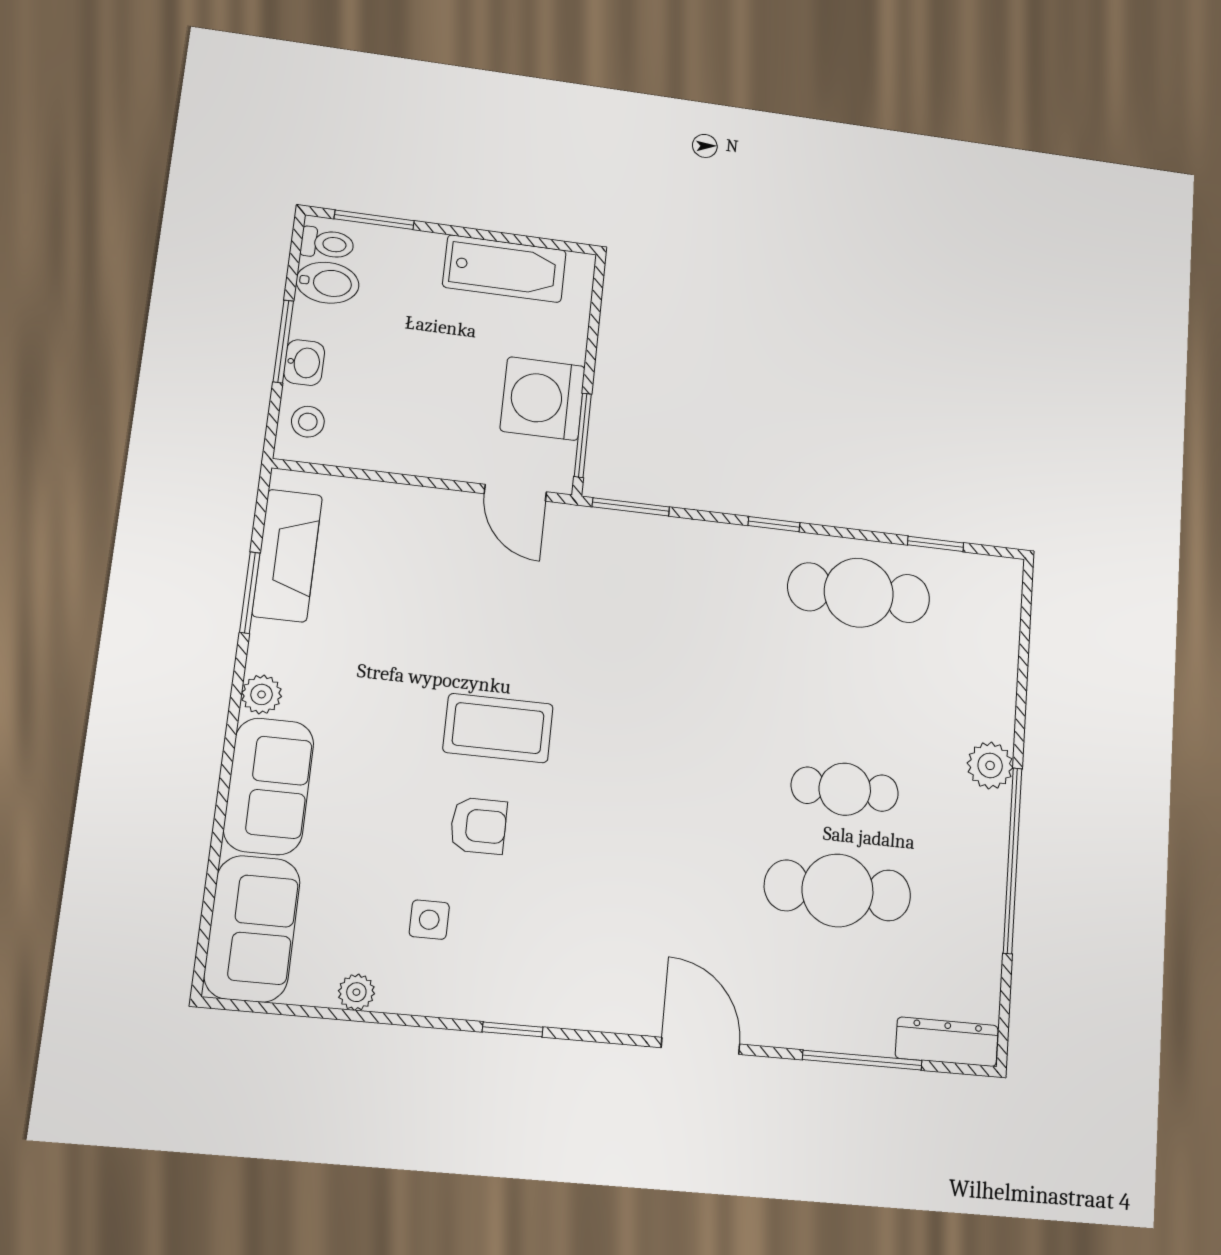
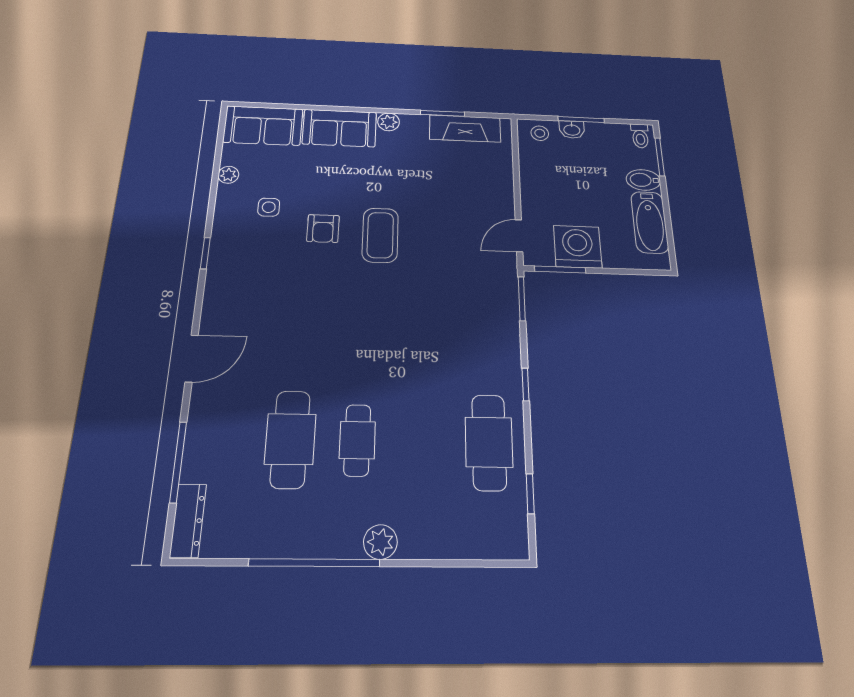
bidet: (327, 283) -> (643, 180), moved, turned 90

